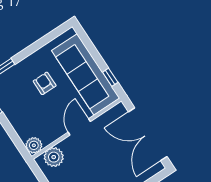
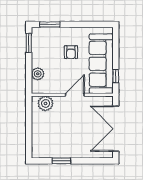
armchair: (45, 83) -> (71, 52), turned 180
plant: (34, 145) -> (38, 74), moved

